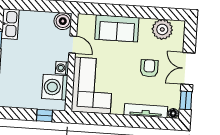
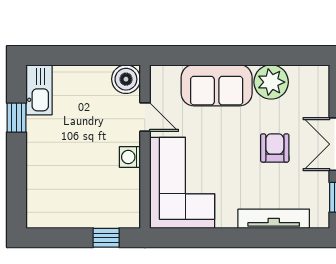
plant: (162, 29) -> (271, 82), moved
washing machine: (55, 87) -> (120, 190), removed
floor lamp: (173, 113) -> (320, 220), removed

